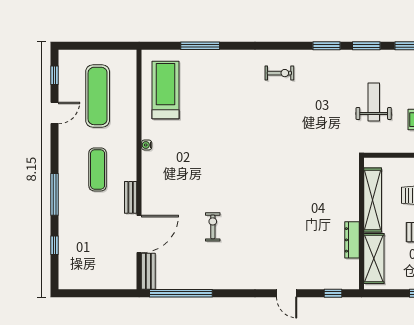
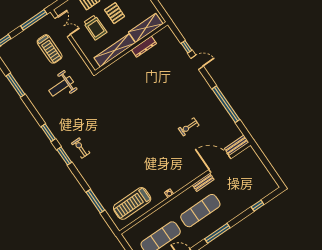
window: (366, 46) -> (64, 156), moved
exercise mat: (98, 169) -> (200, 211), width x1.36, depth x1.45
window: (55, 194) -> (217, 233), moved
window: (181, 293) -> (226, 104), moved
door: (287, 293) -> (197, 62), hinge flipped
window: (333, 293) -> (186, 47), moved

